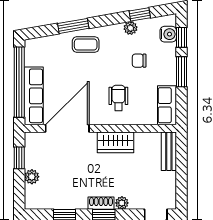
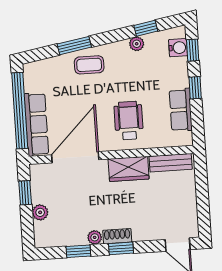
chair: (139, 61) -> (148, 79), removed
window: (181, 72) -> (195, 88), width x0.67
wheelchair: (118, 98) -> (129, 120), width x1.36, depth x1.37
row of seats: (167, 105) -> (181, 110), moved
bench: (169, 151) -> (171, 163), moved, turned 90
plant: (122, 203) -> (95, 237), moved

